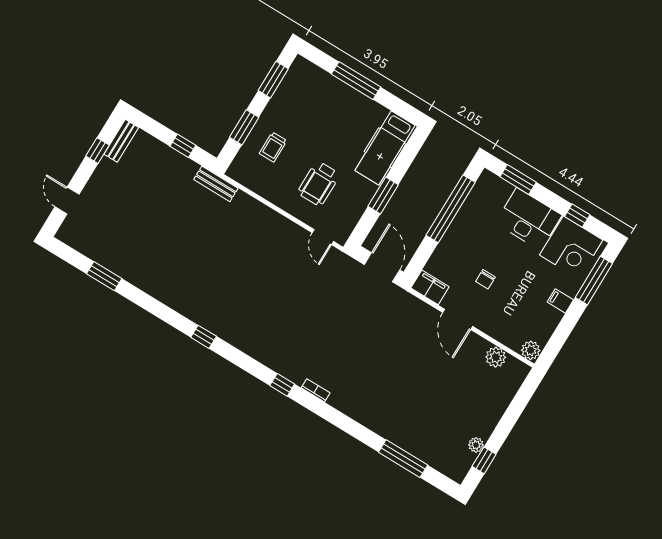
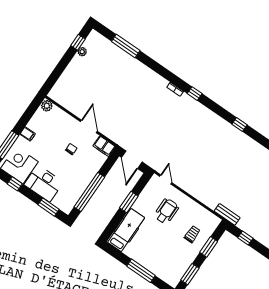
plant: (496, 357) -> (68, 103), removed

